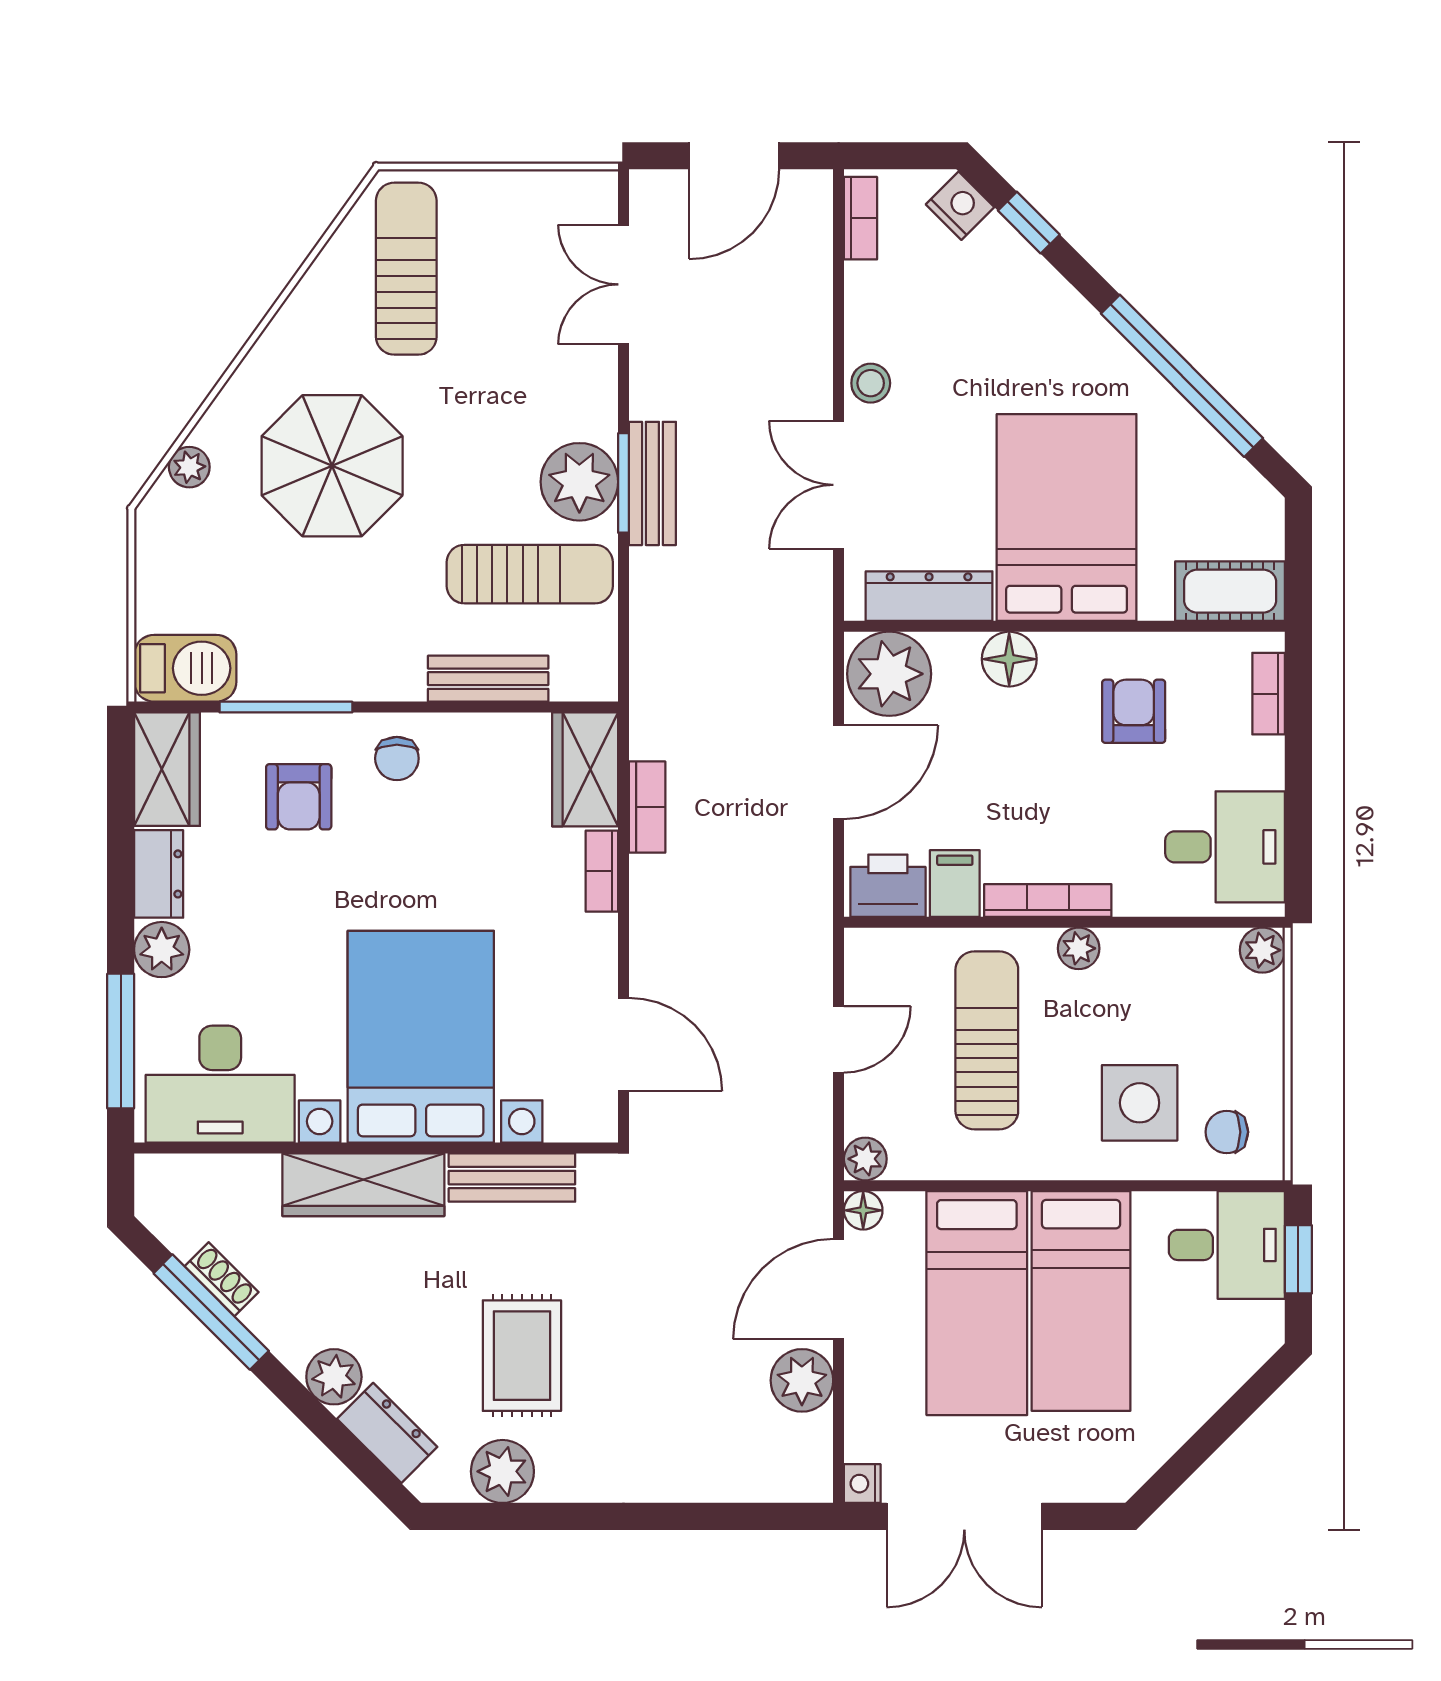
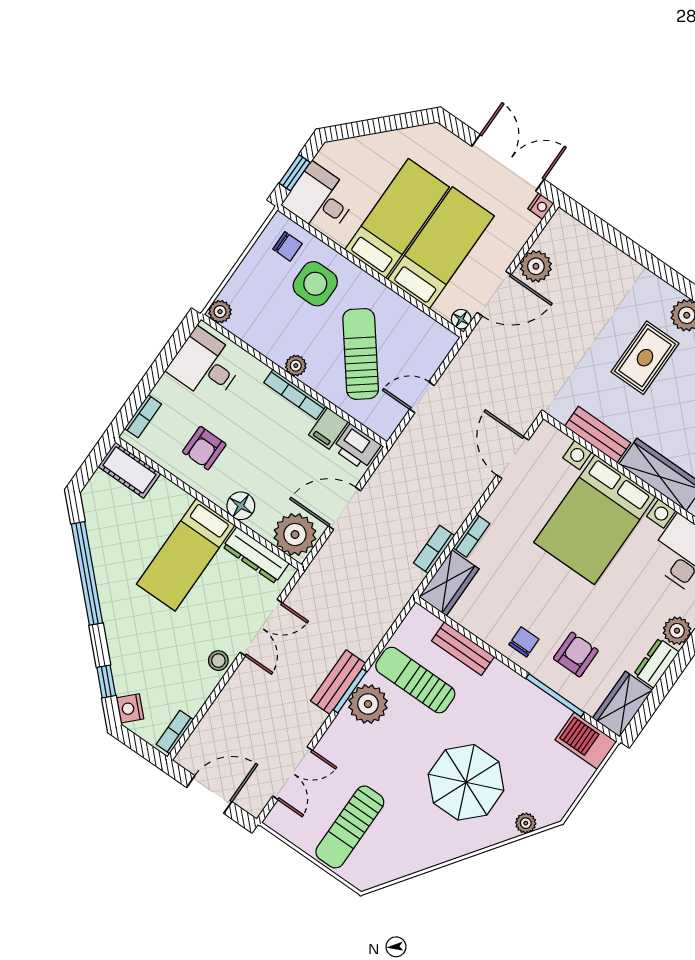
sun lounger: (406, 269) -> (350, 827), moved
bed: (1067, 518) -> (186, 555), width x0.67
sun lounger: (987, 1040) -> (361, 354), turned 142
plant: (865, 1159) -> (445, 340), removed

